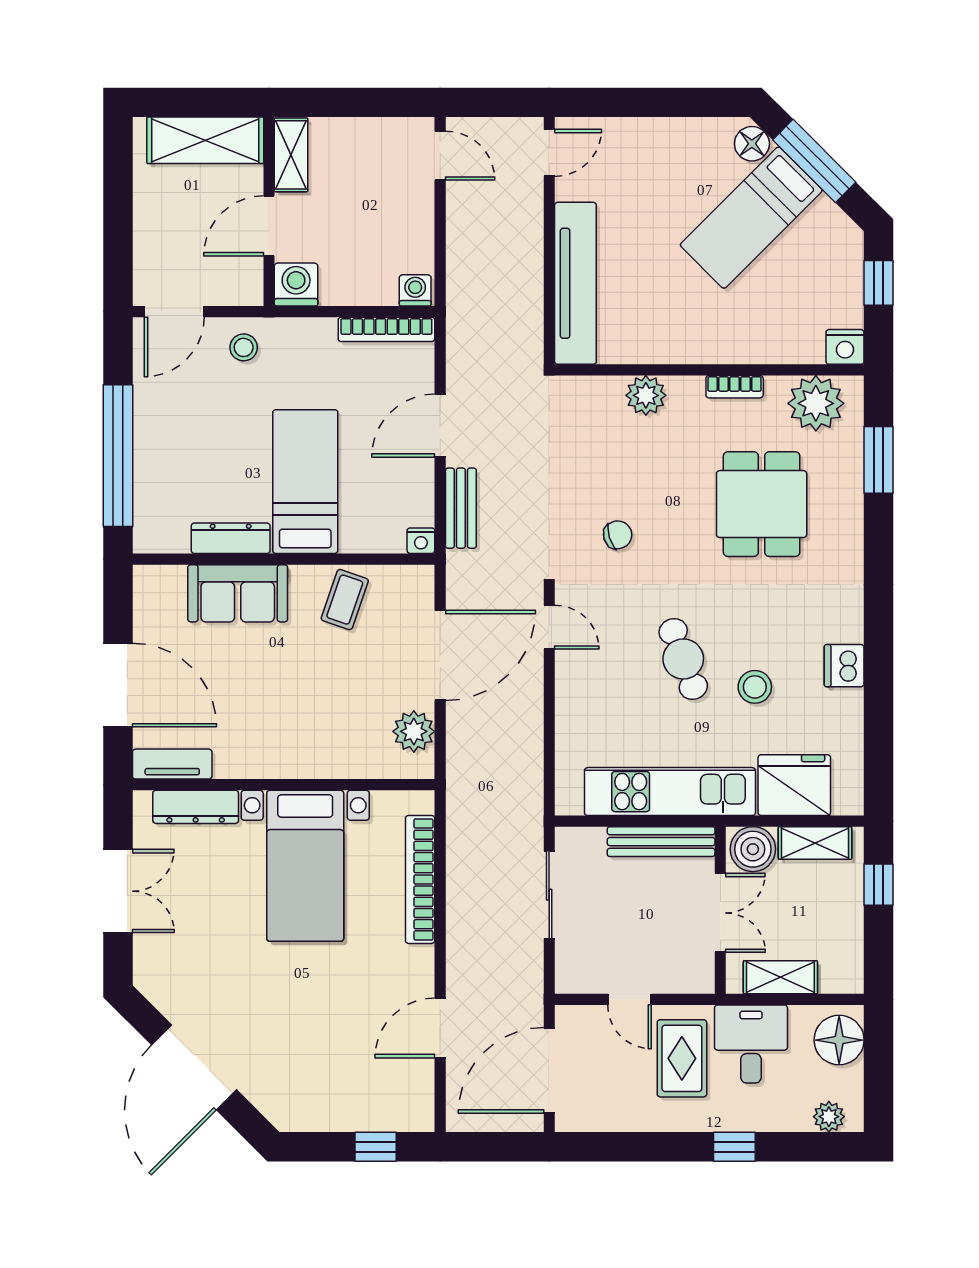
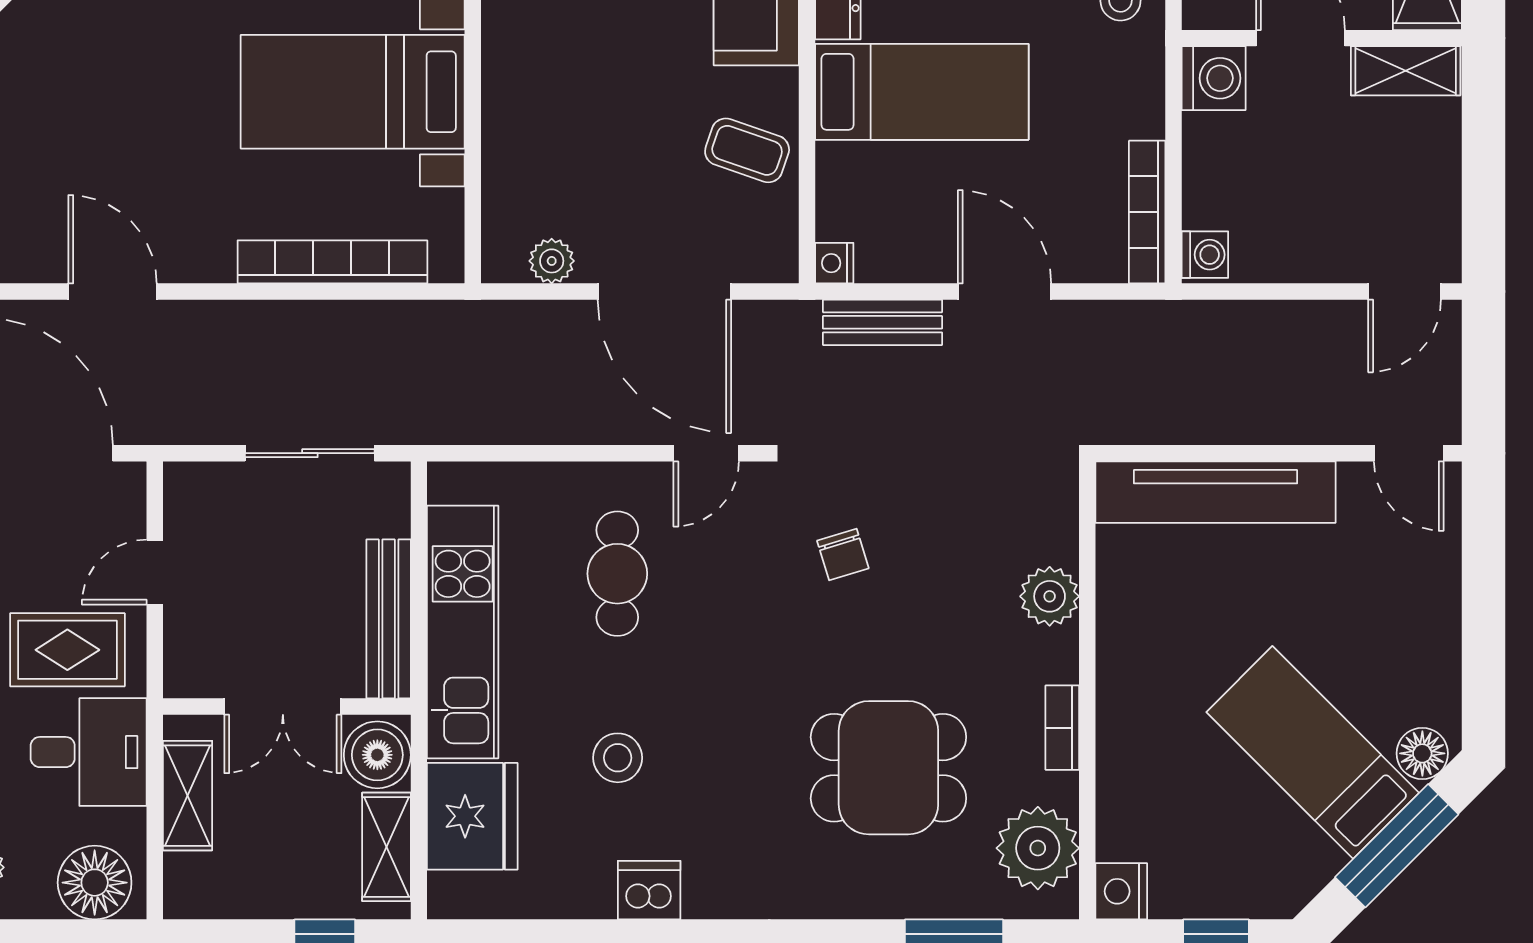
cafe table: (683, 659) -> (617, 574), moved, turned -70
plant: (414, 731) -> (552, 261), width x0.73, depth x0.73

